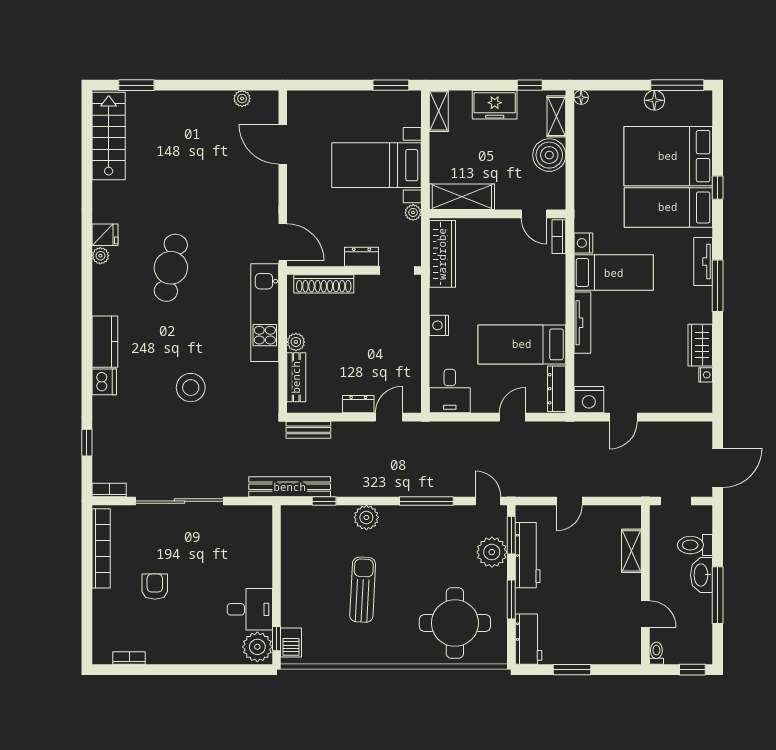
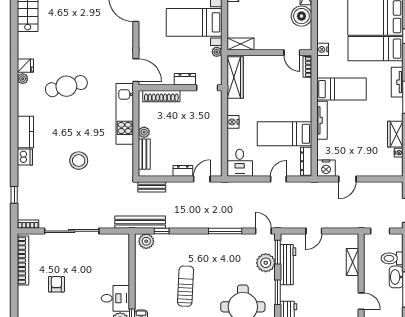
shelving: (462, 197) -> (240, 44), width x0.67, depth x0.75
nightstand: (583, 243) -> (323, 49), moved
cafe table: (171, 268) -> (66, 86), turned 64
plant: (366, 517) -> (146, 241), moved

